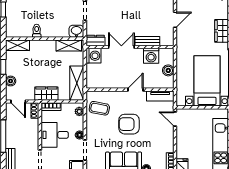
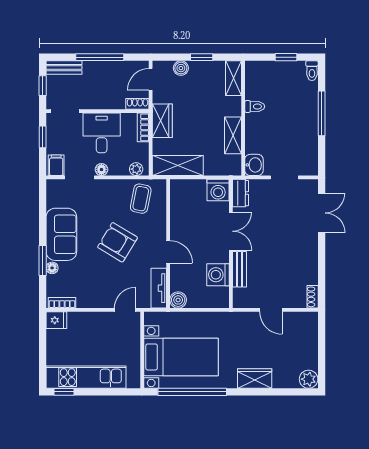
shelving: (69, 46) -> (233, 135), moved
boiler: (168, 70) -> (178, 300), moved
armchair: (129, 124) -> (118, 242), turned -59

